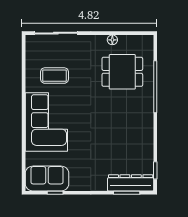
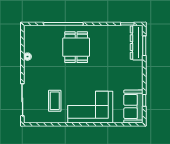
dining table: (122, 72) -> (76, 47), moved

